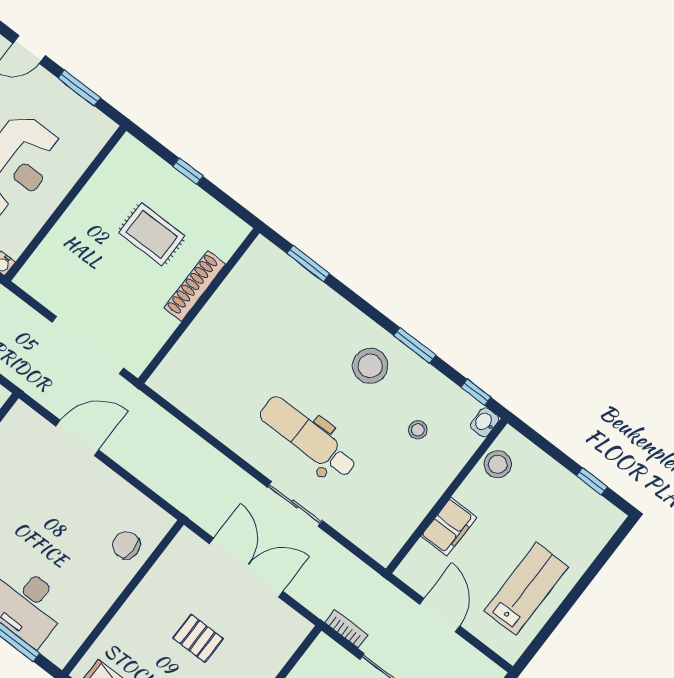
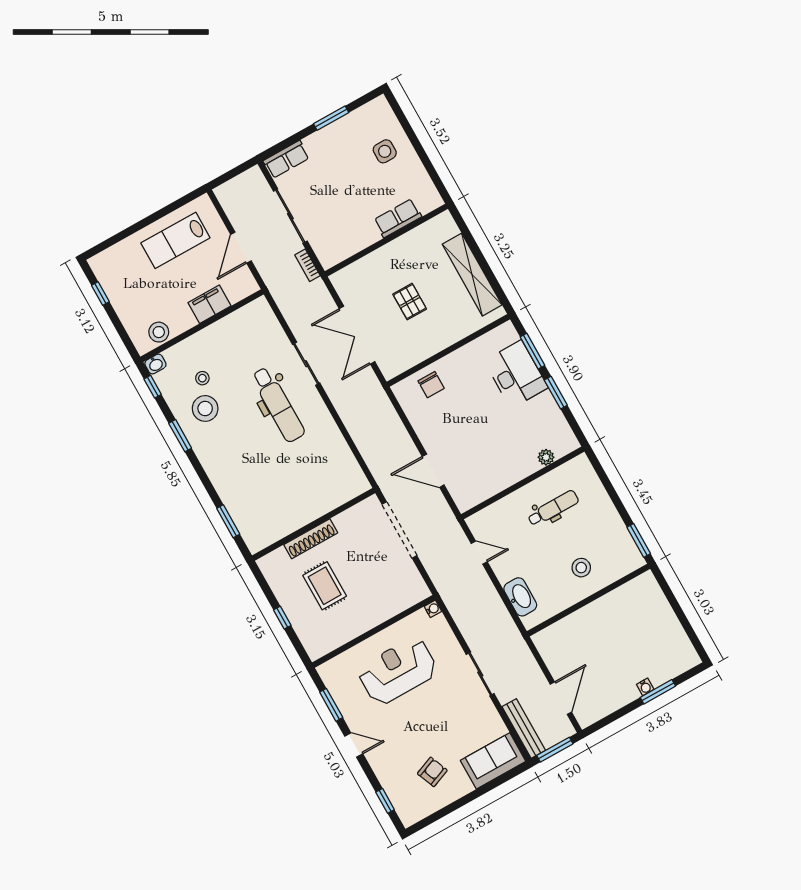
stool: (370, 366) -> (205, 408), moved

